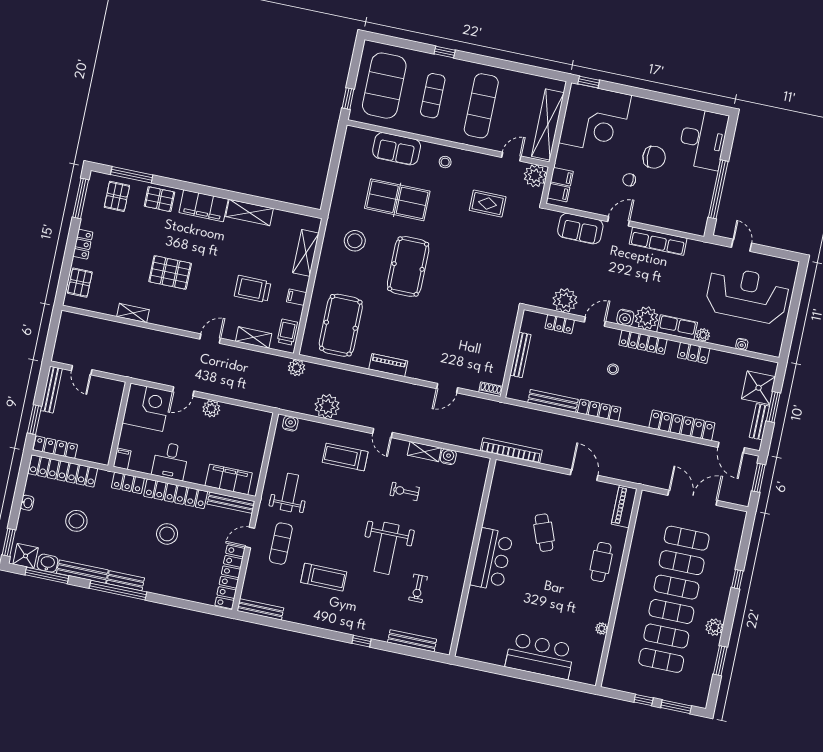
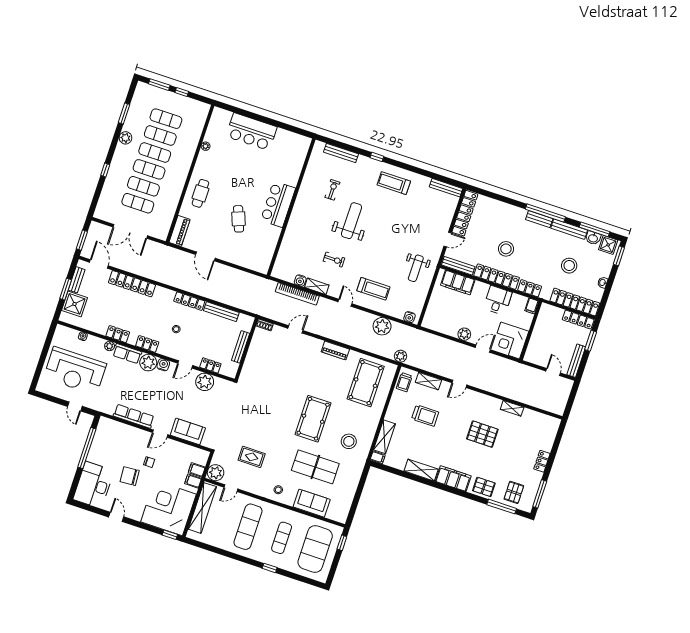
door: (666, 98) -> (116, 517), added
filing cabinet: (558, 193) -> (193, 481), moved
pallet: (80, 283) -> (547, 434), removed
filing cabinet: (297, 297) -> (378, 457), moved
locker: (643, 342) -> (147, 344), width x0.66
bookcase: (511, 450) -> (297, 294), moved
exercise mat: (281, 544) -> (426, 233), removed
treadmill: (324, 577) -> (394, 183), moved

